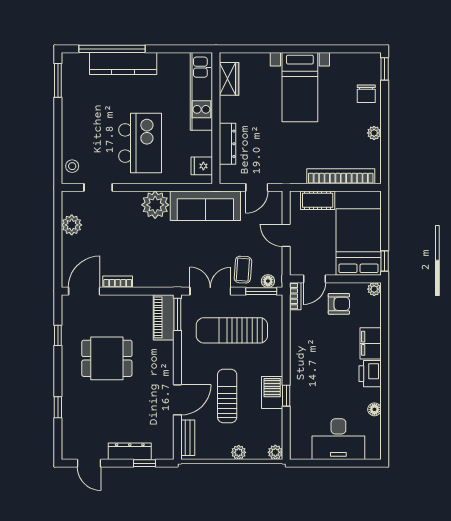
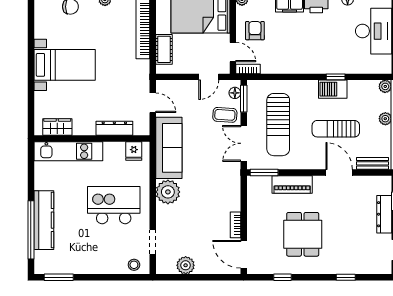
door: (286, 235) -> (209, 77), moved
piano: (164, 317) -> (292, 184), moved

